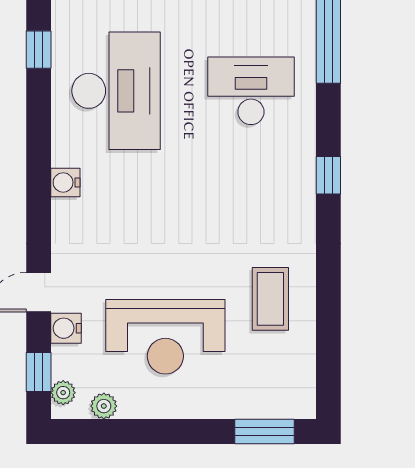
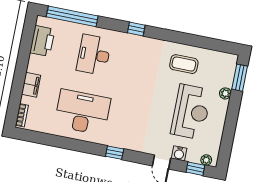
window: (39, 50) -> (115, 153), moved
water cooler: (65, 182) -> (117, 141), removed
plant: (104, 406) -> (225, 93), moved

